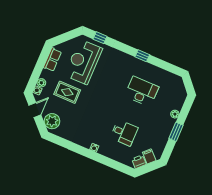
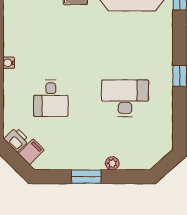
desk: (142, 91) -> (125, 98), turned -90

